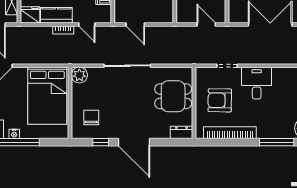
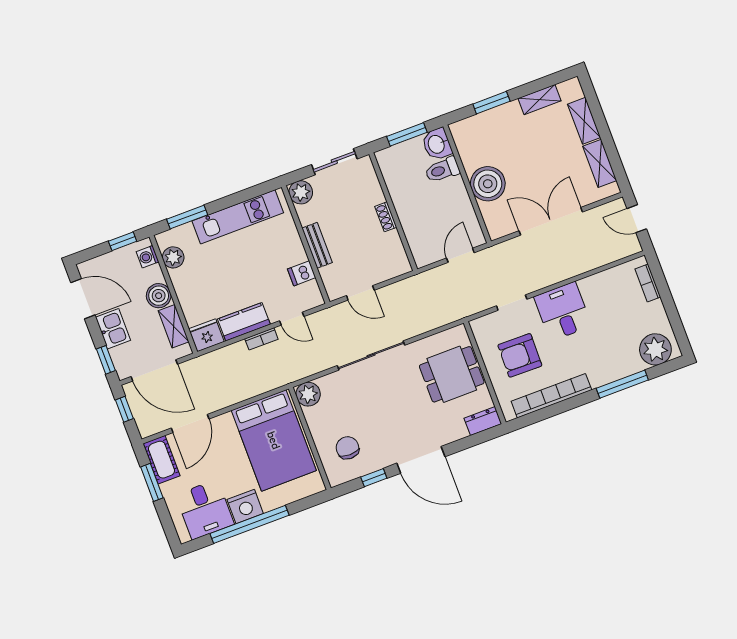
door: (206, 24) -> (460, 255), hinge flipped
nightstand: (14, 134) -> (245, 506), width x1.89, depth x1.79

